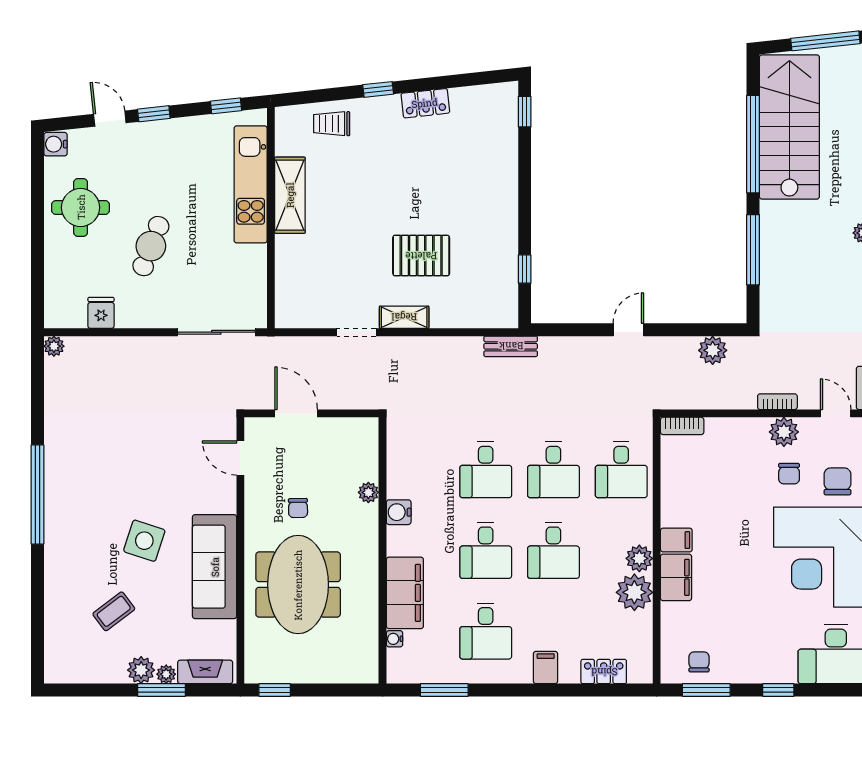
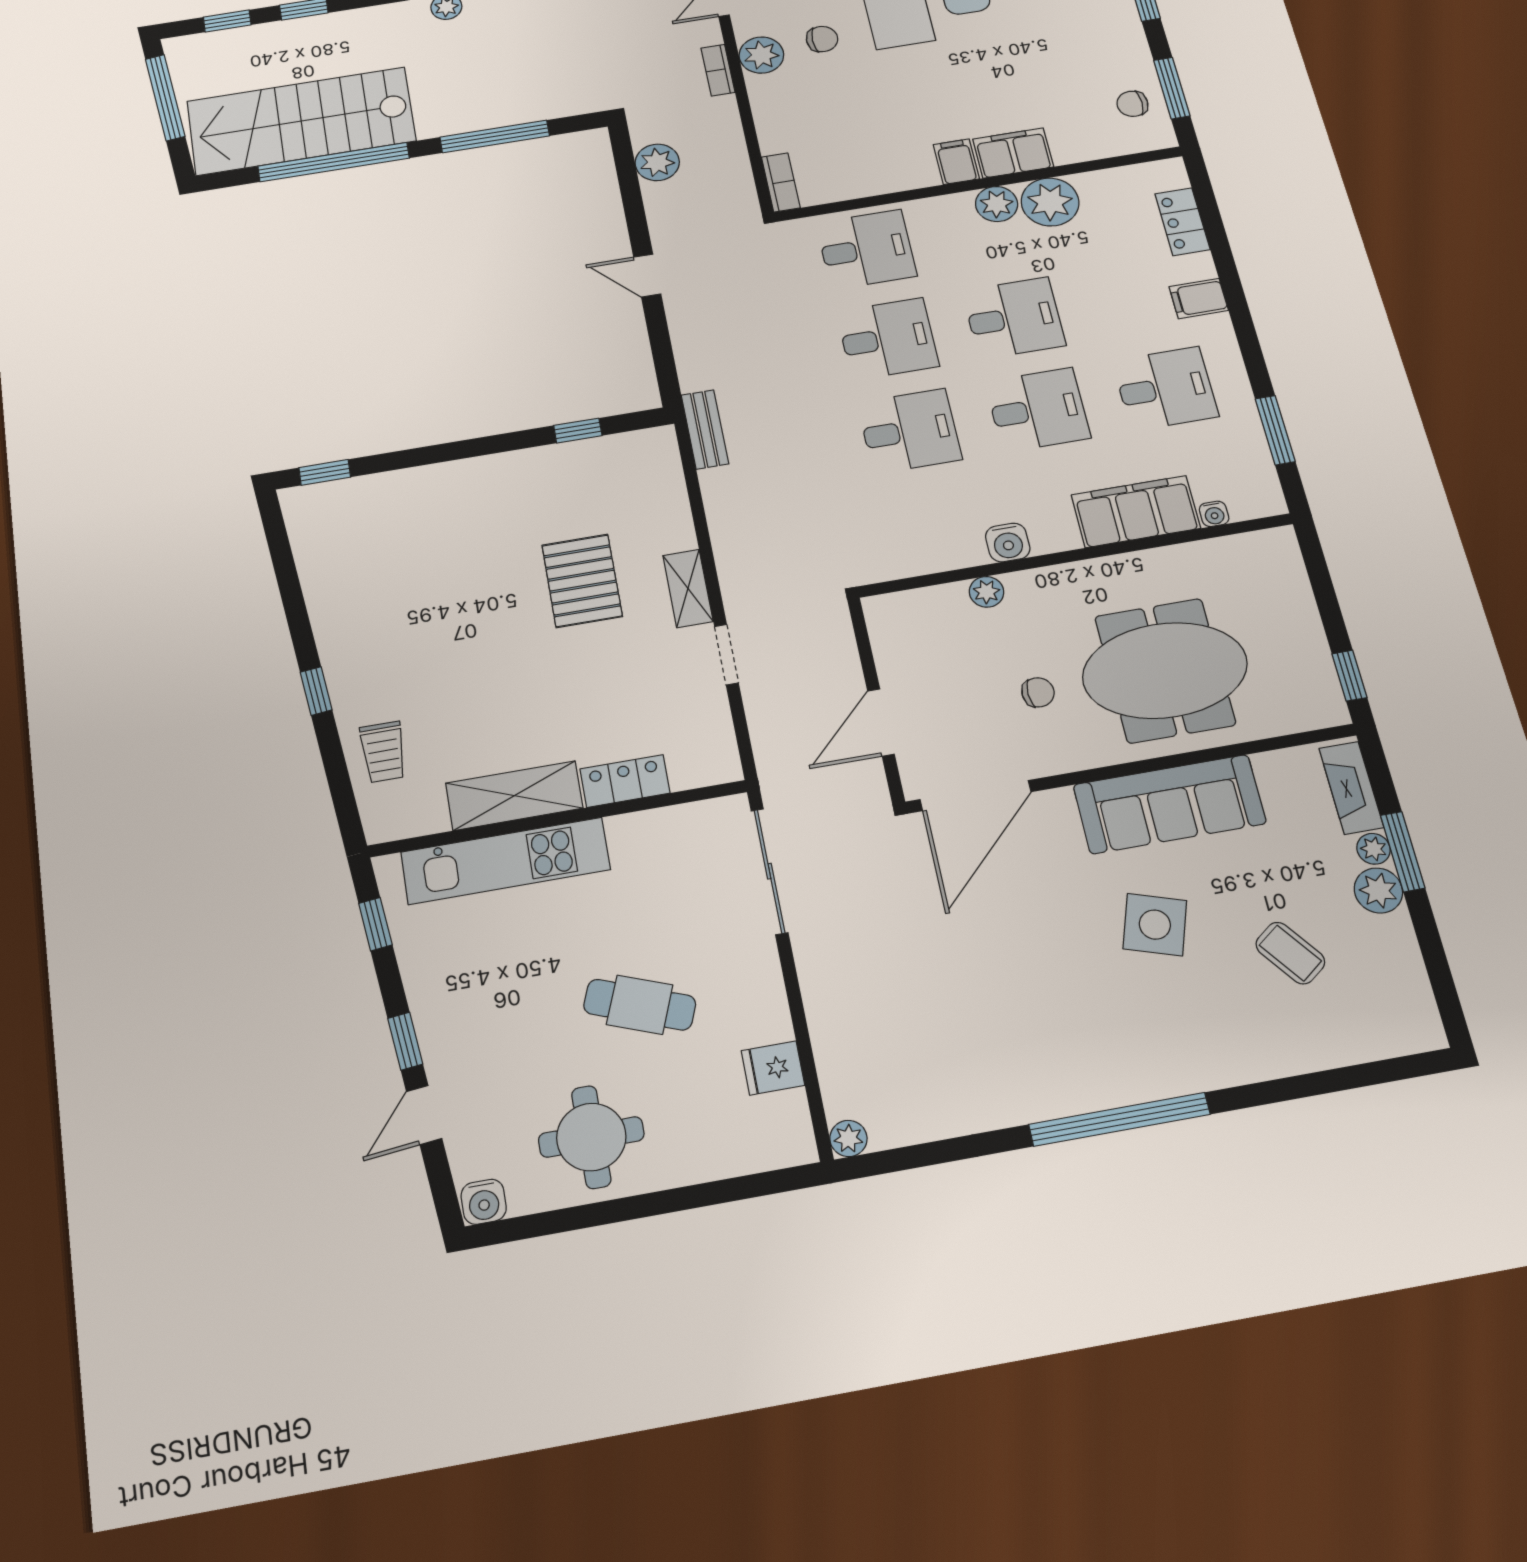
locker: (425, 103) -> (625, 781), moved, turned -84
door: (240, 458) -> (975, 796), width x1.88

